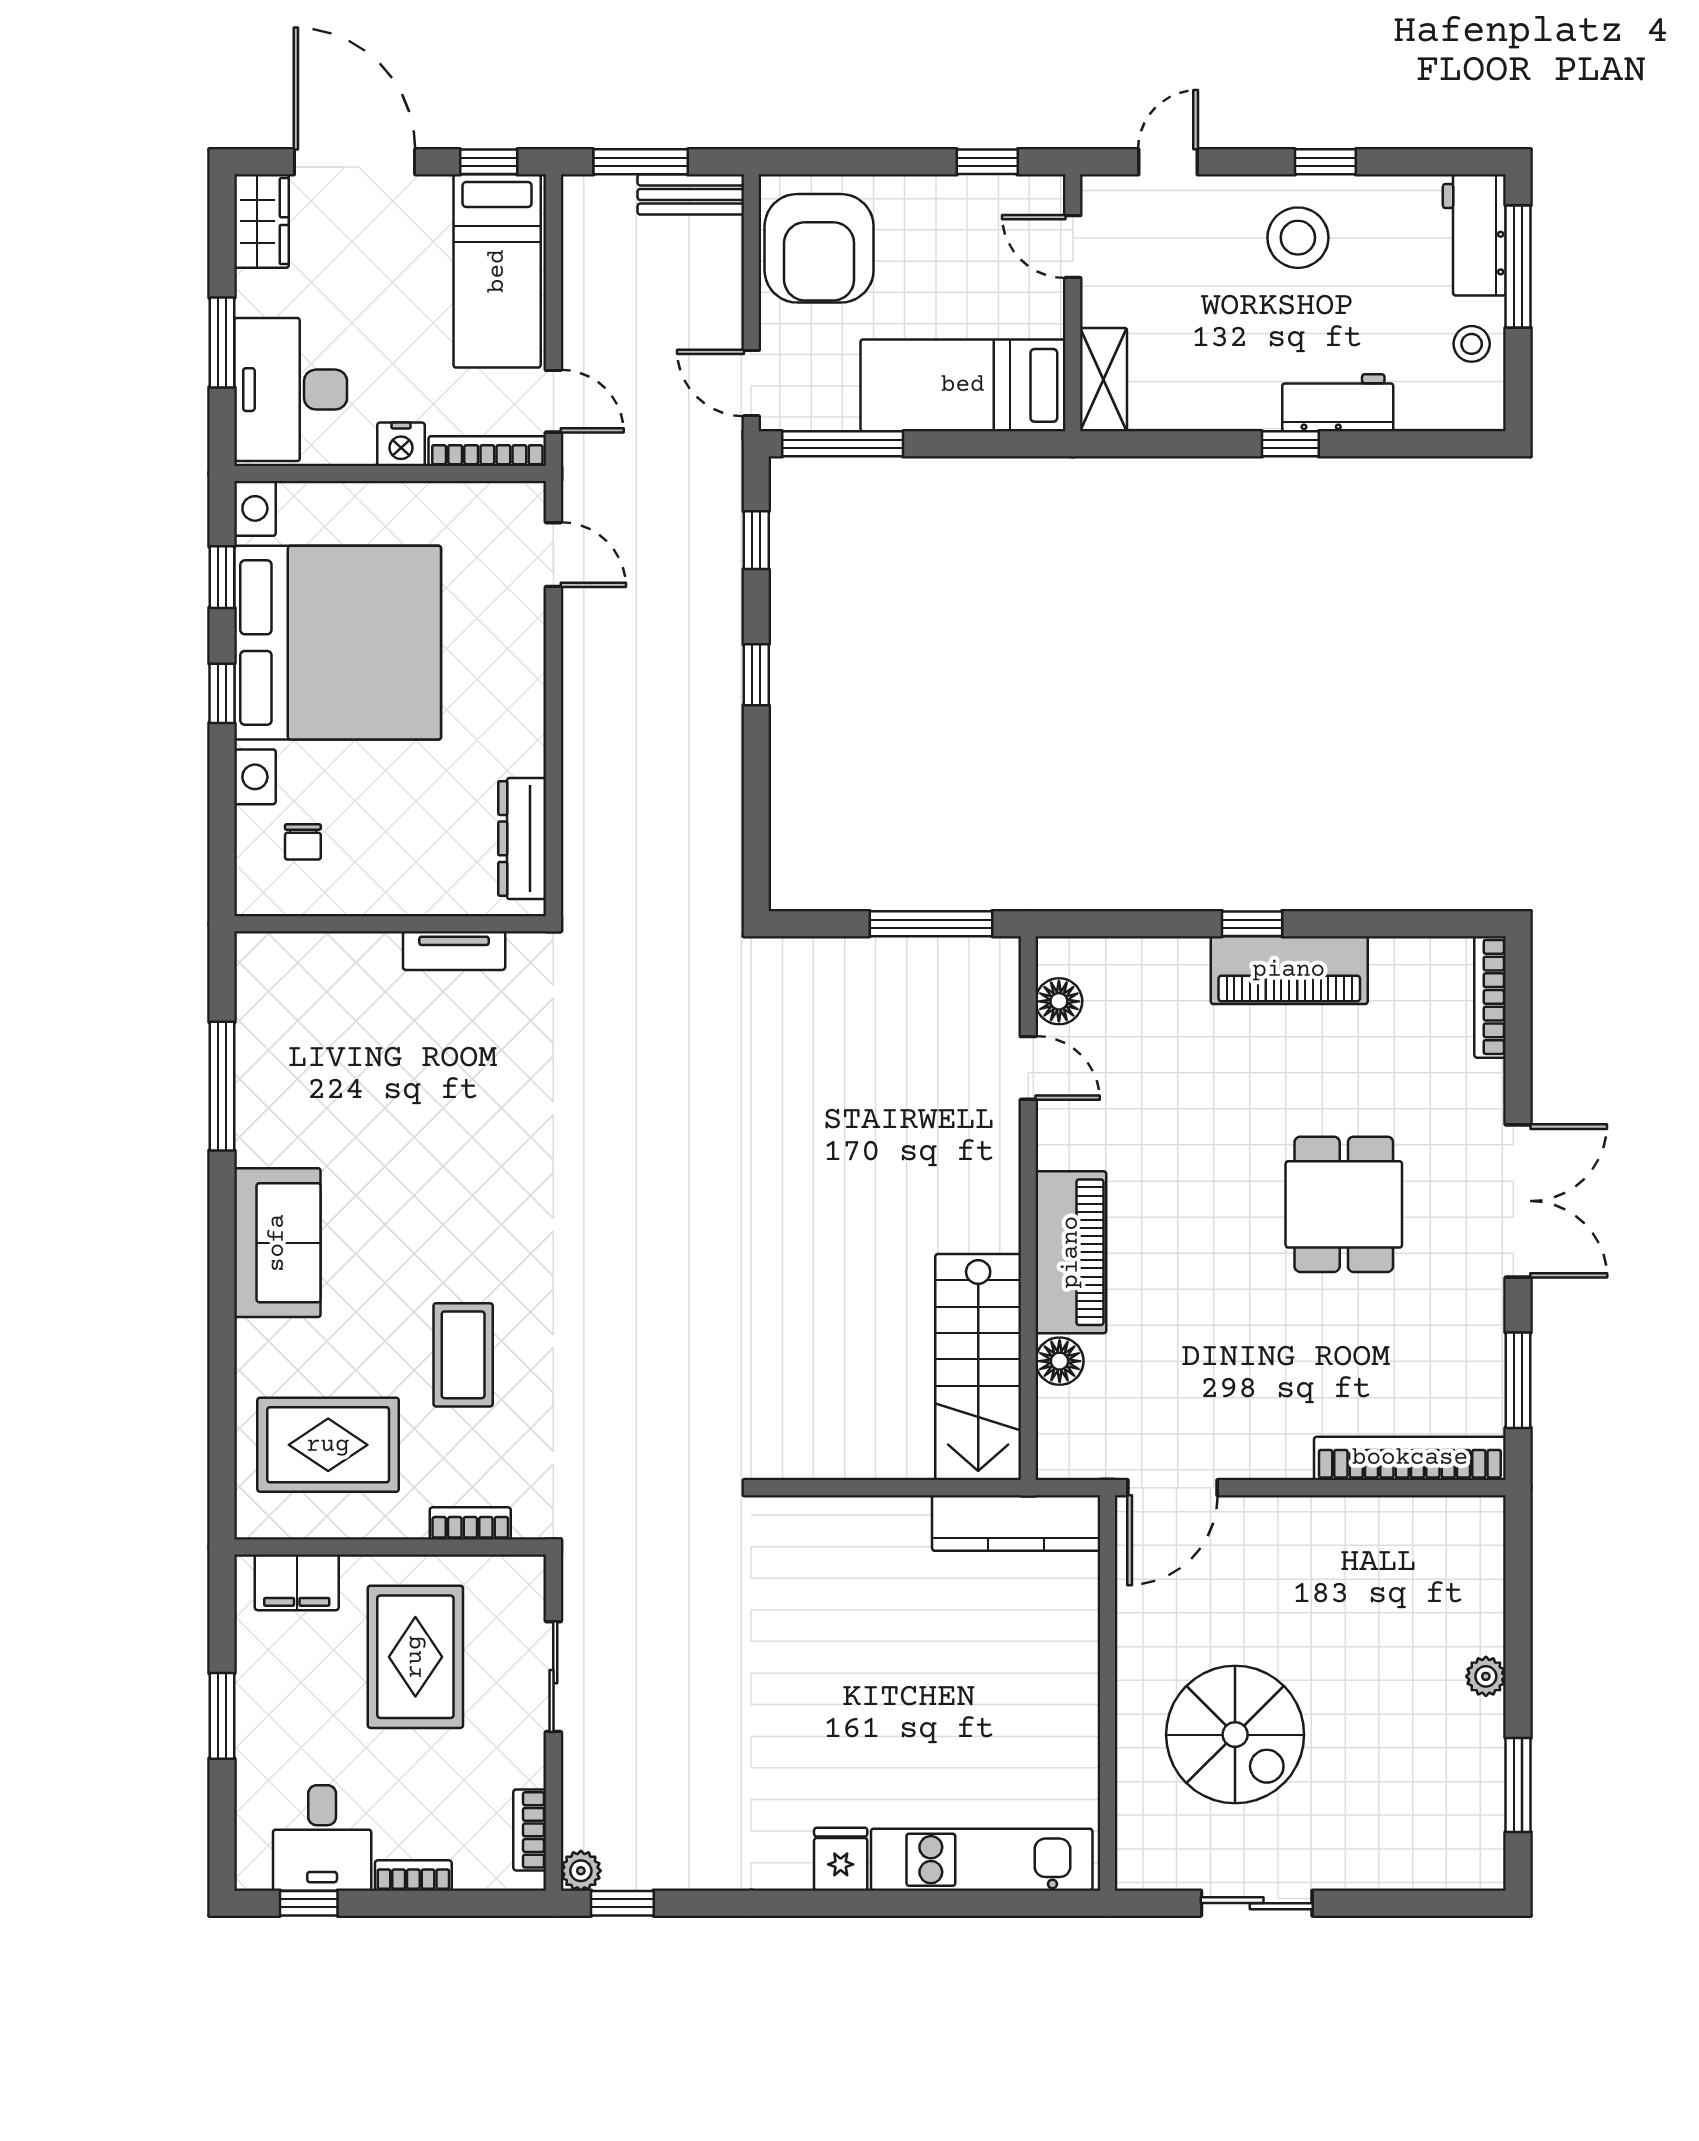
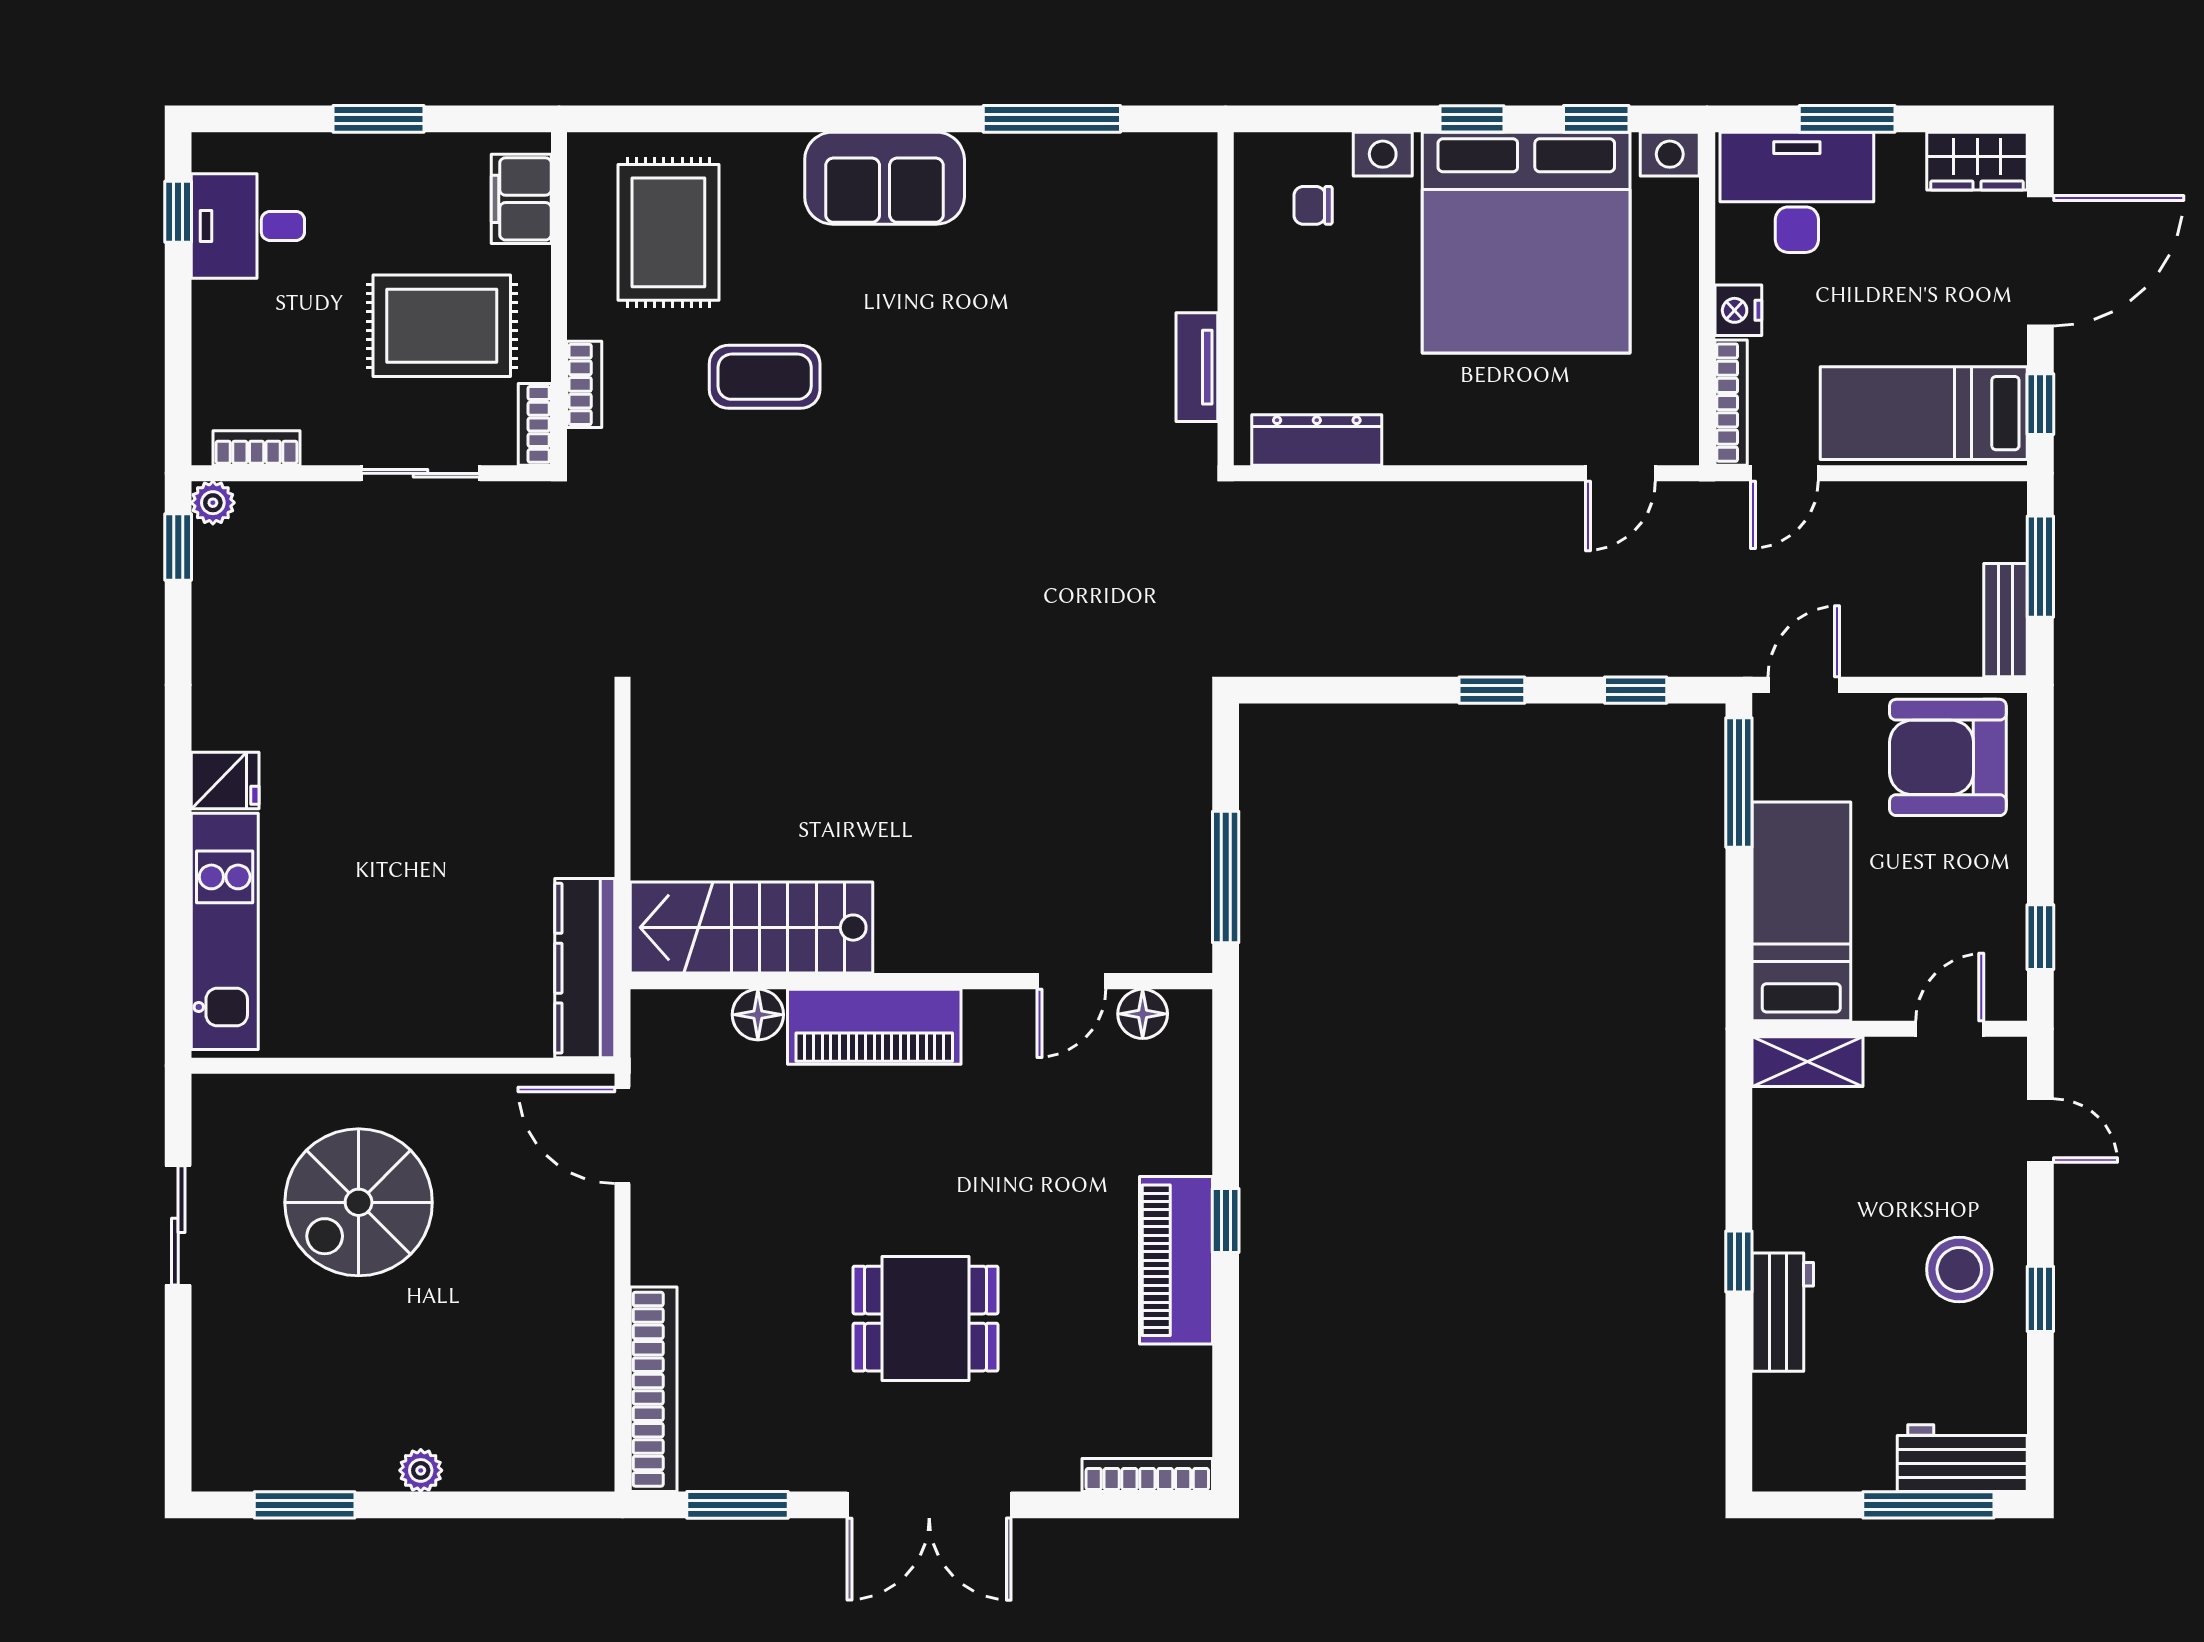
stool: (1472, 344) -> (1846, 1455), removed
bookcase: (413, 1876) -> (535, 424), moved, turned 180

